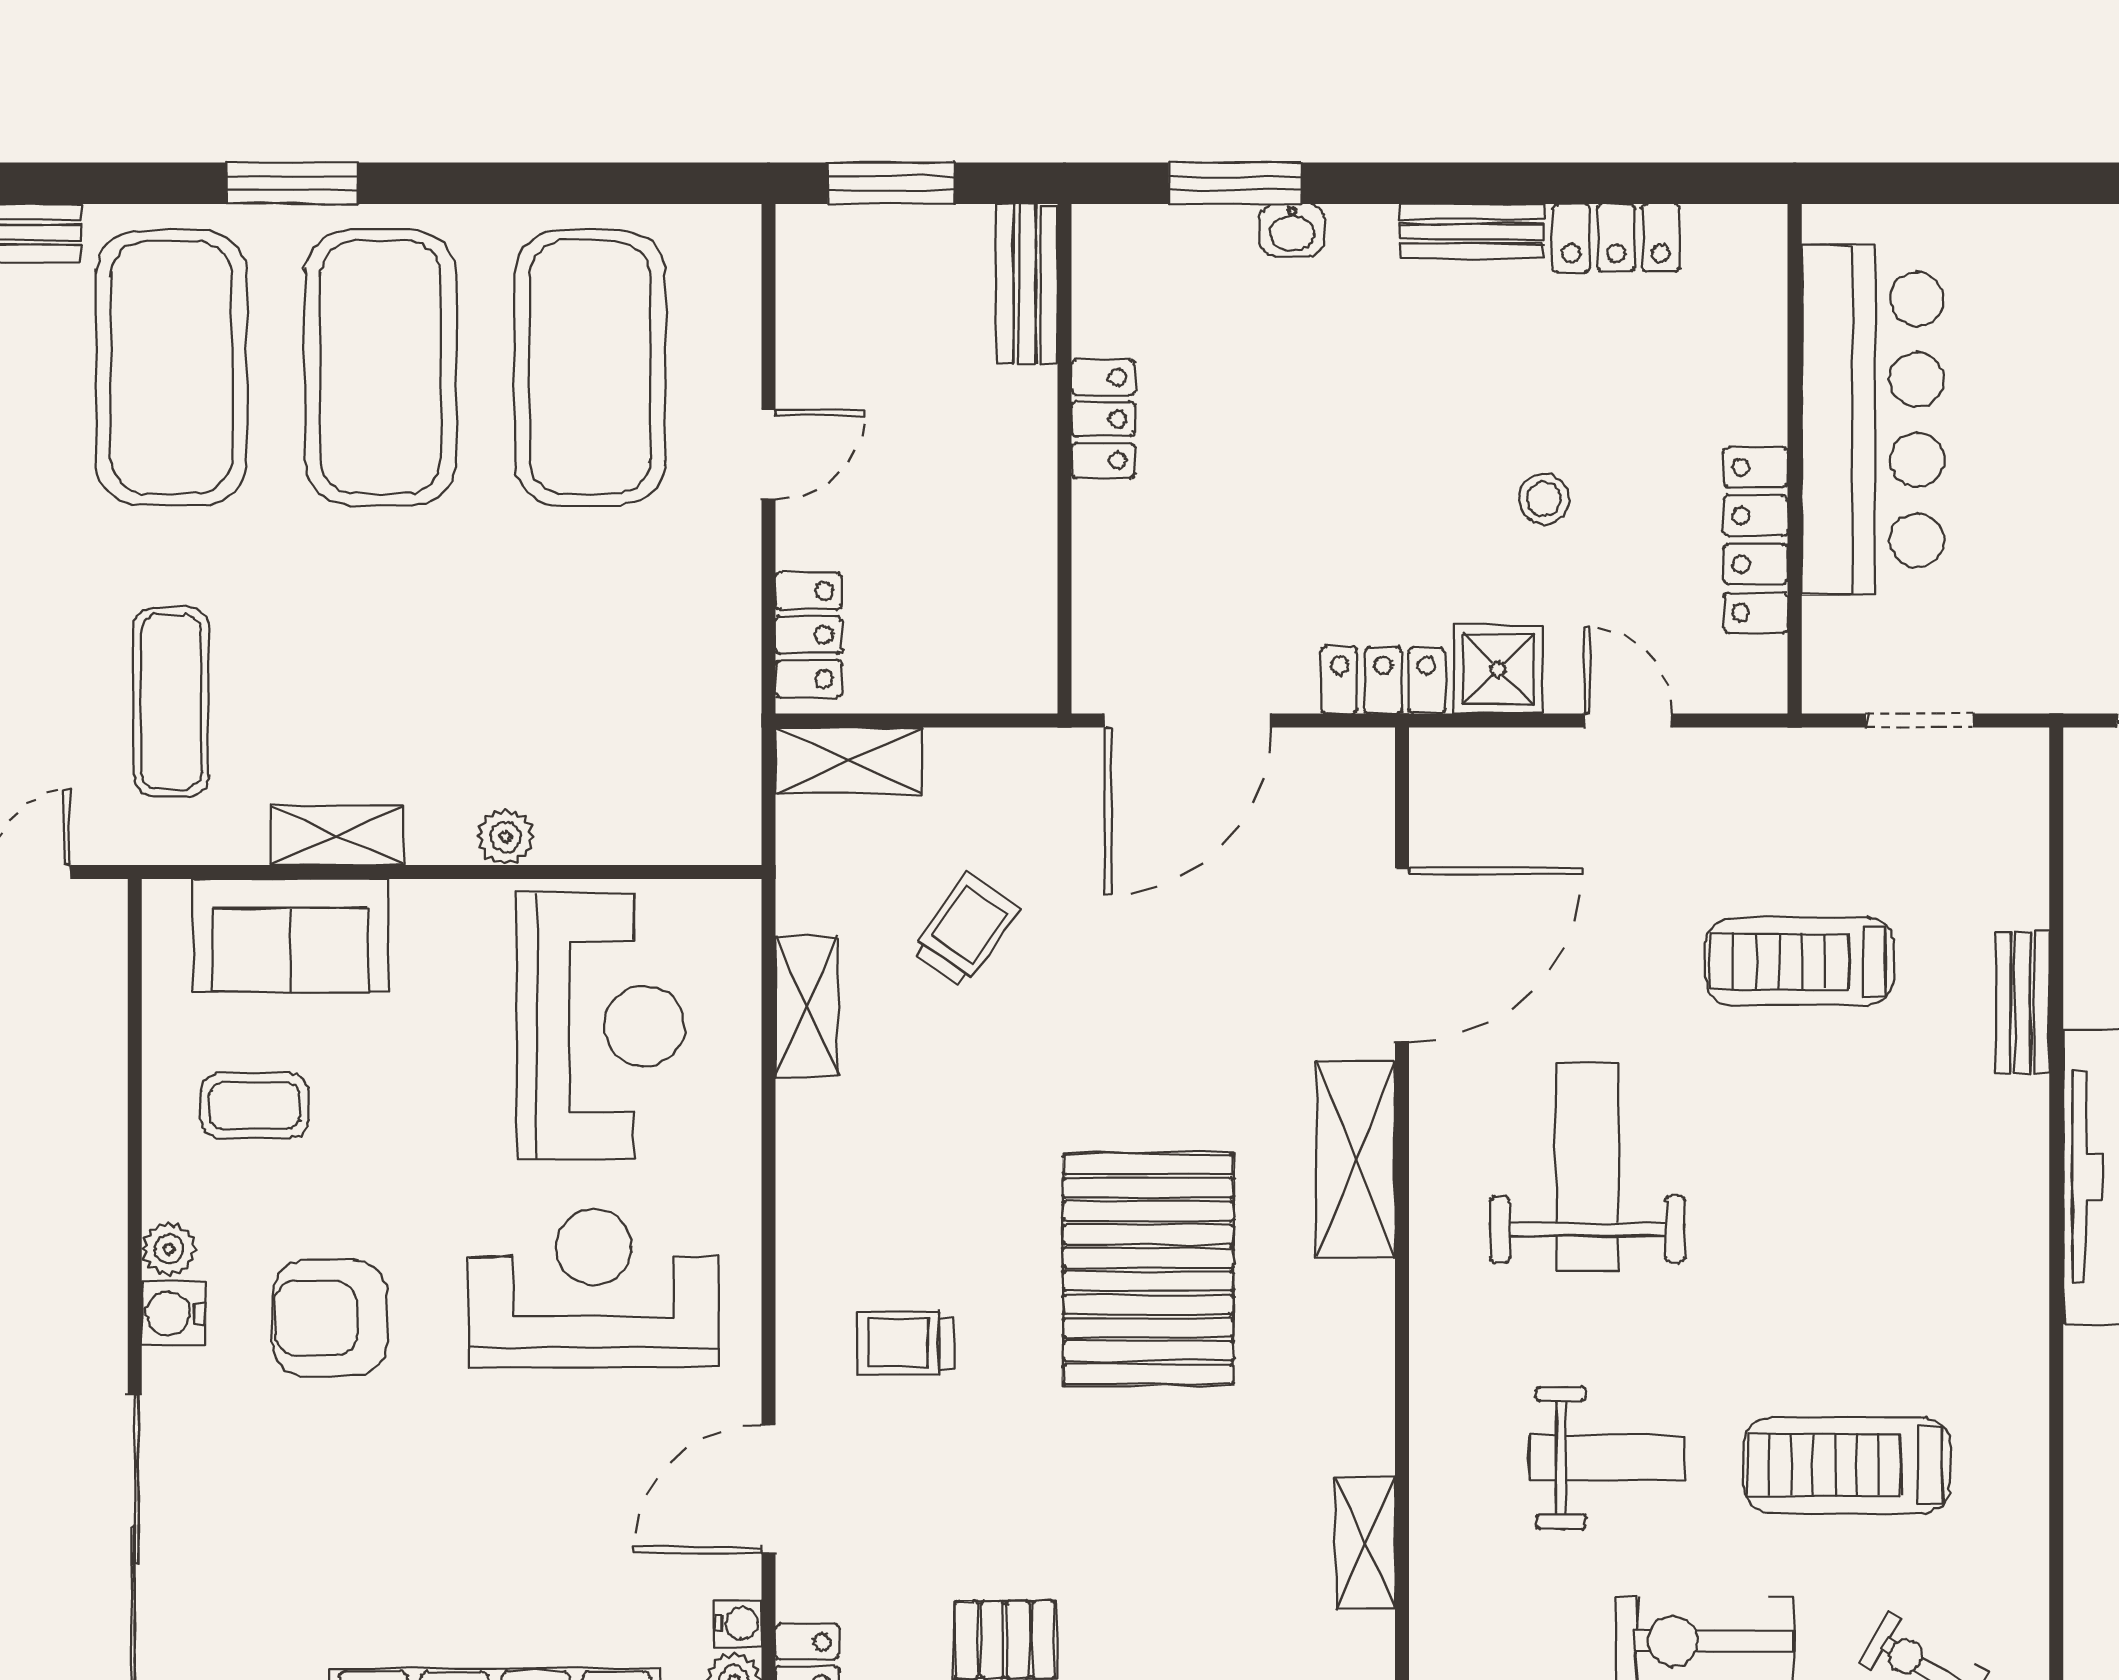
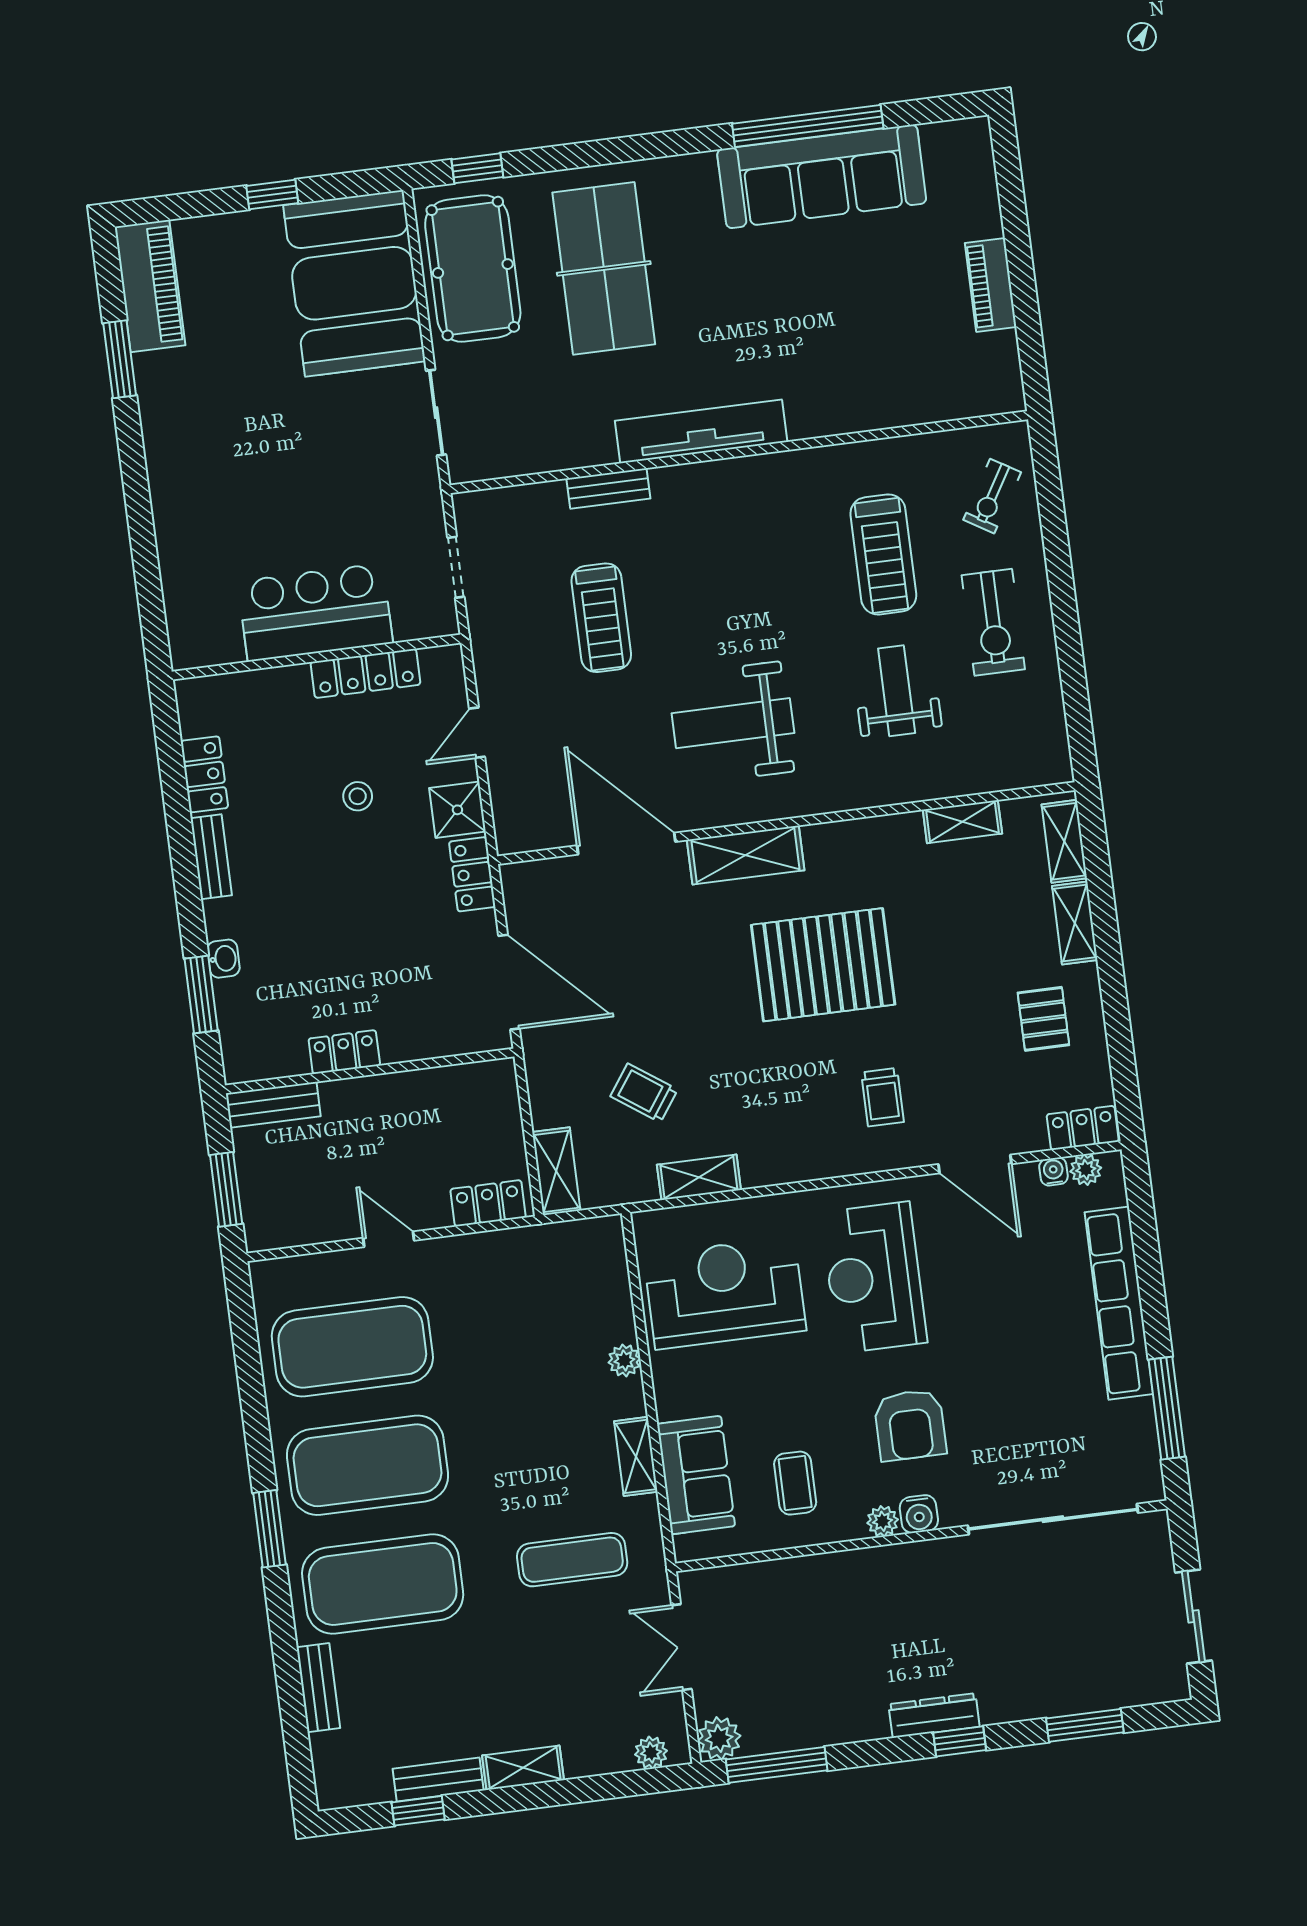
bar counter: (1873, 420) -> (315, 612), width x0.73

